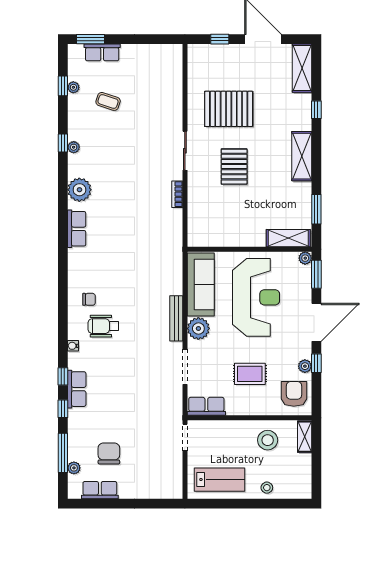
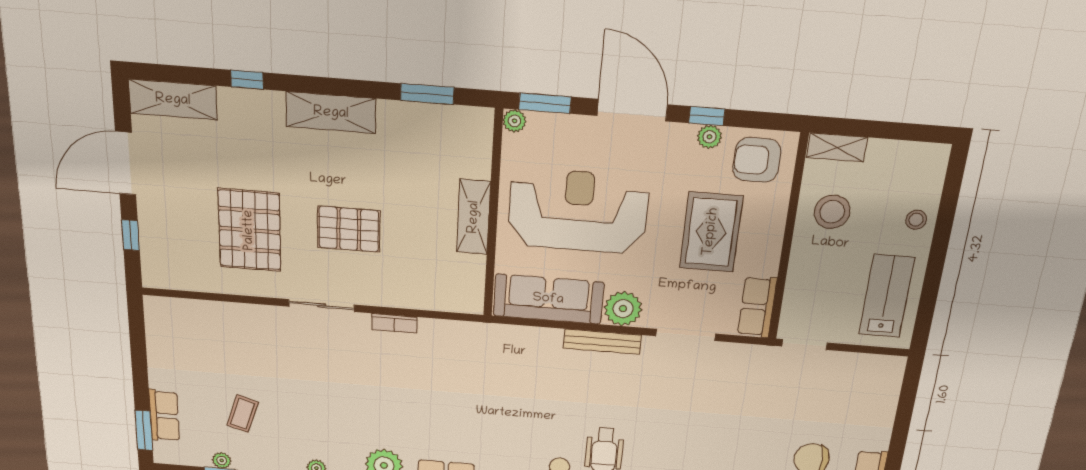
shelving: (288, 238) -> (474, 217), moved
rug: (250, 374) -> (711, 232), width x1.36, depth x1.43

